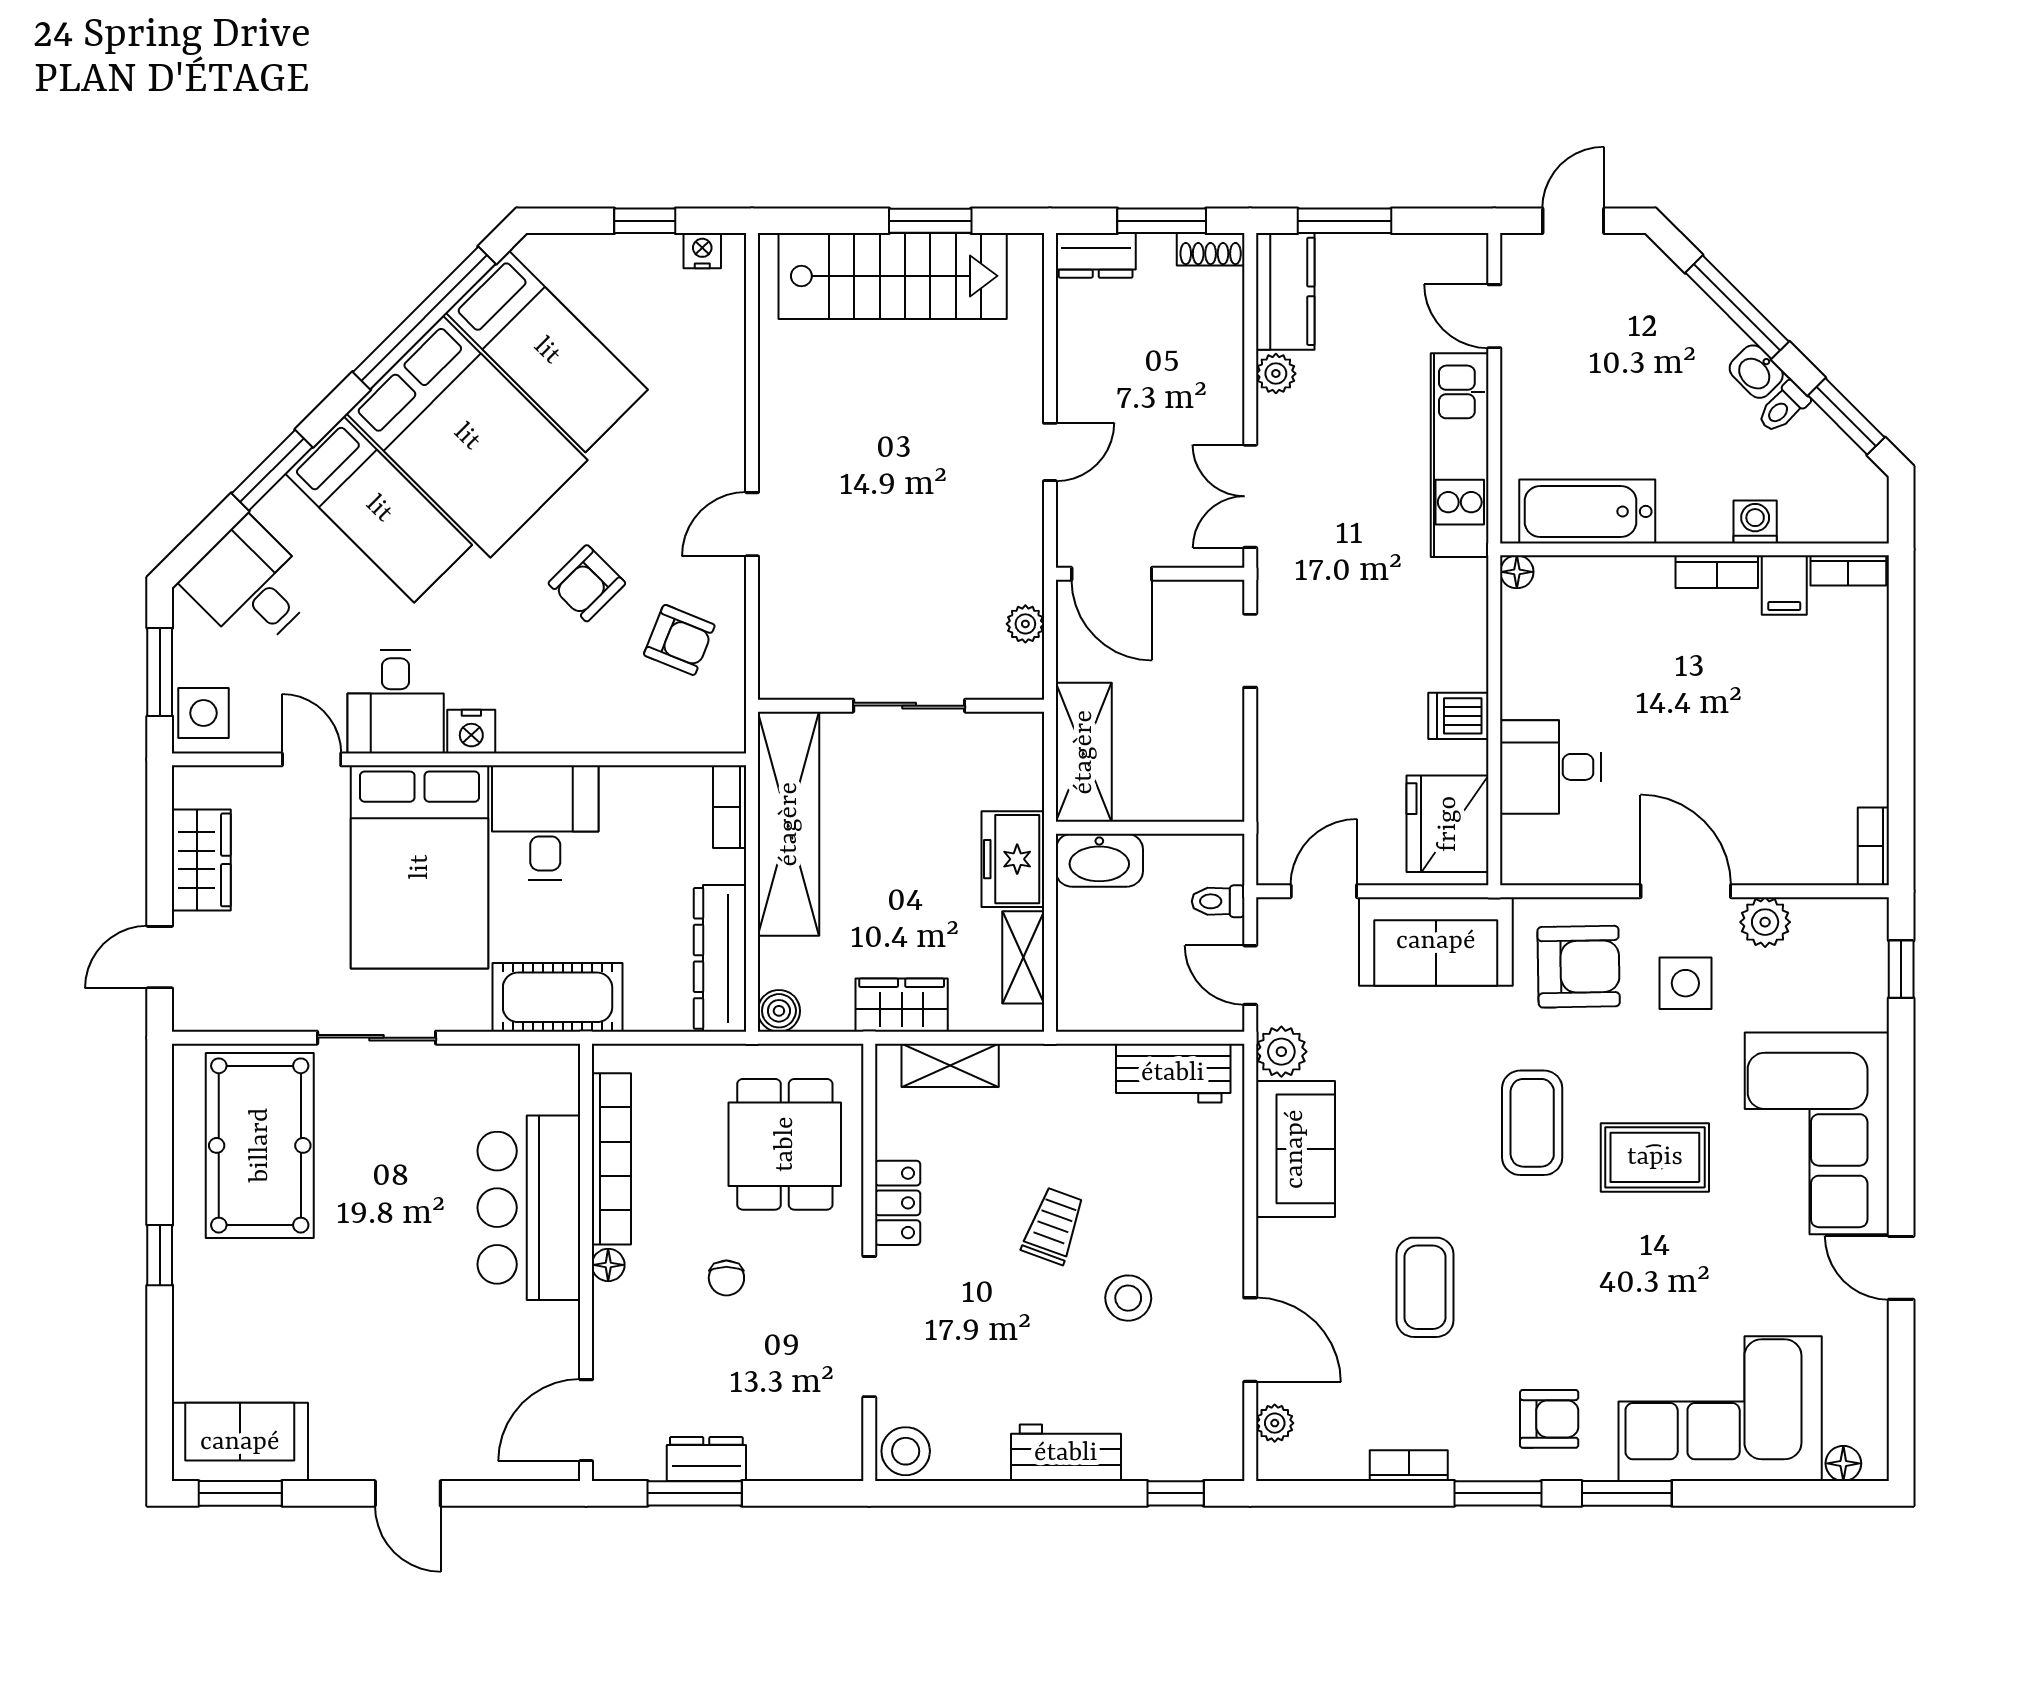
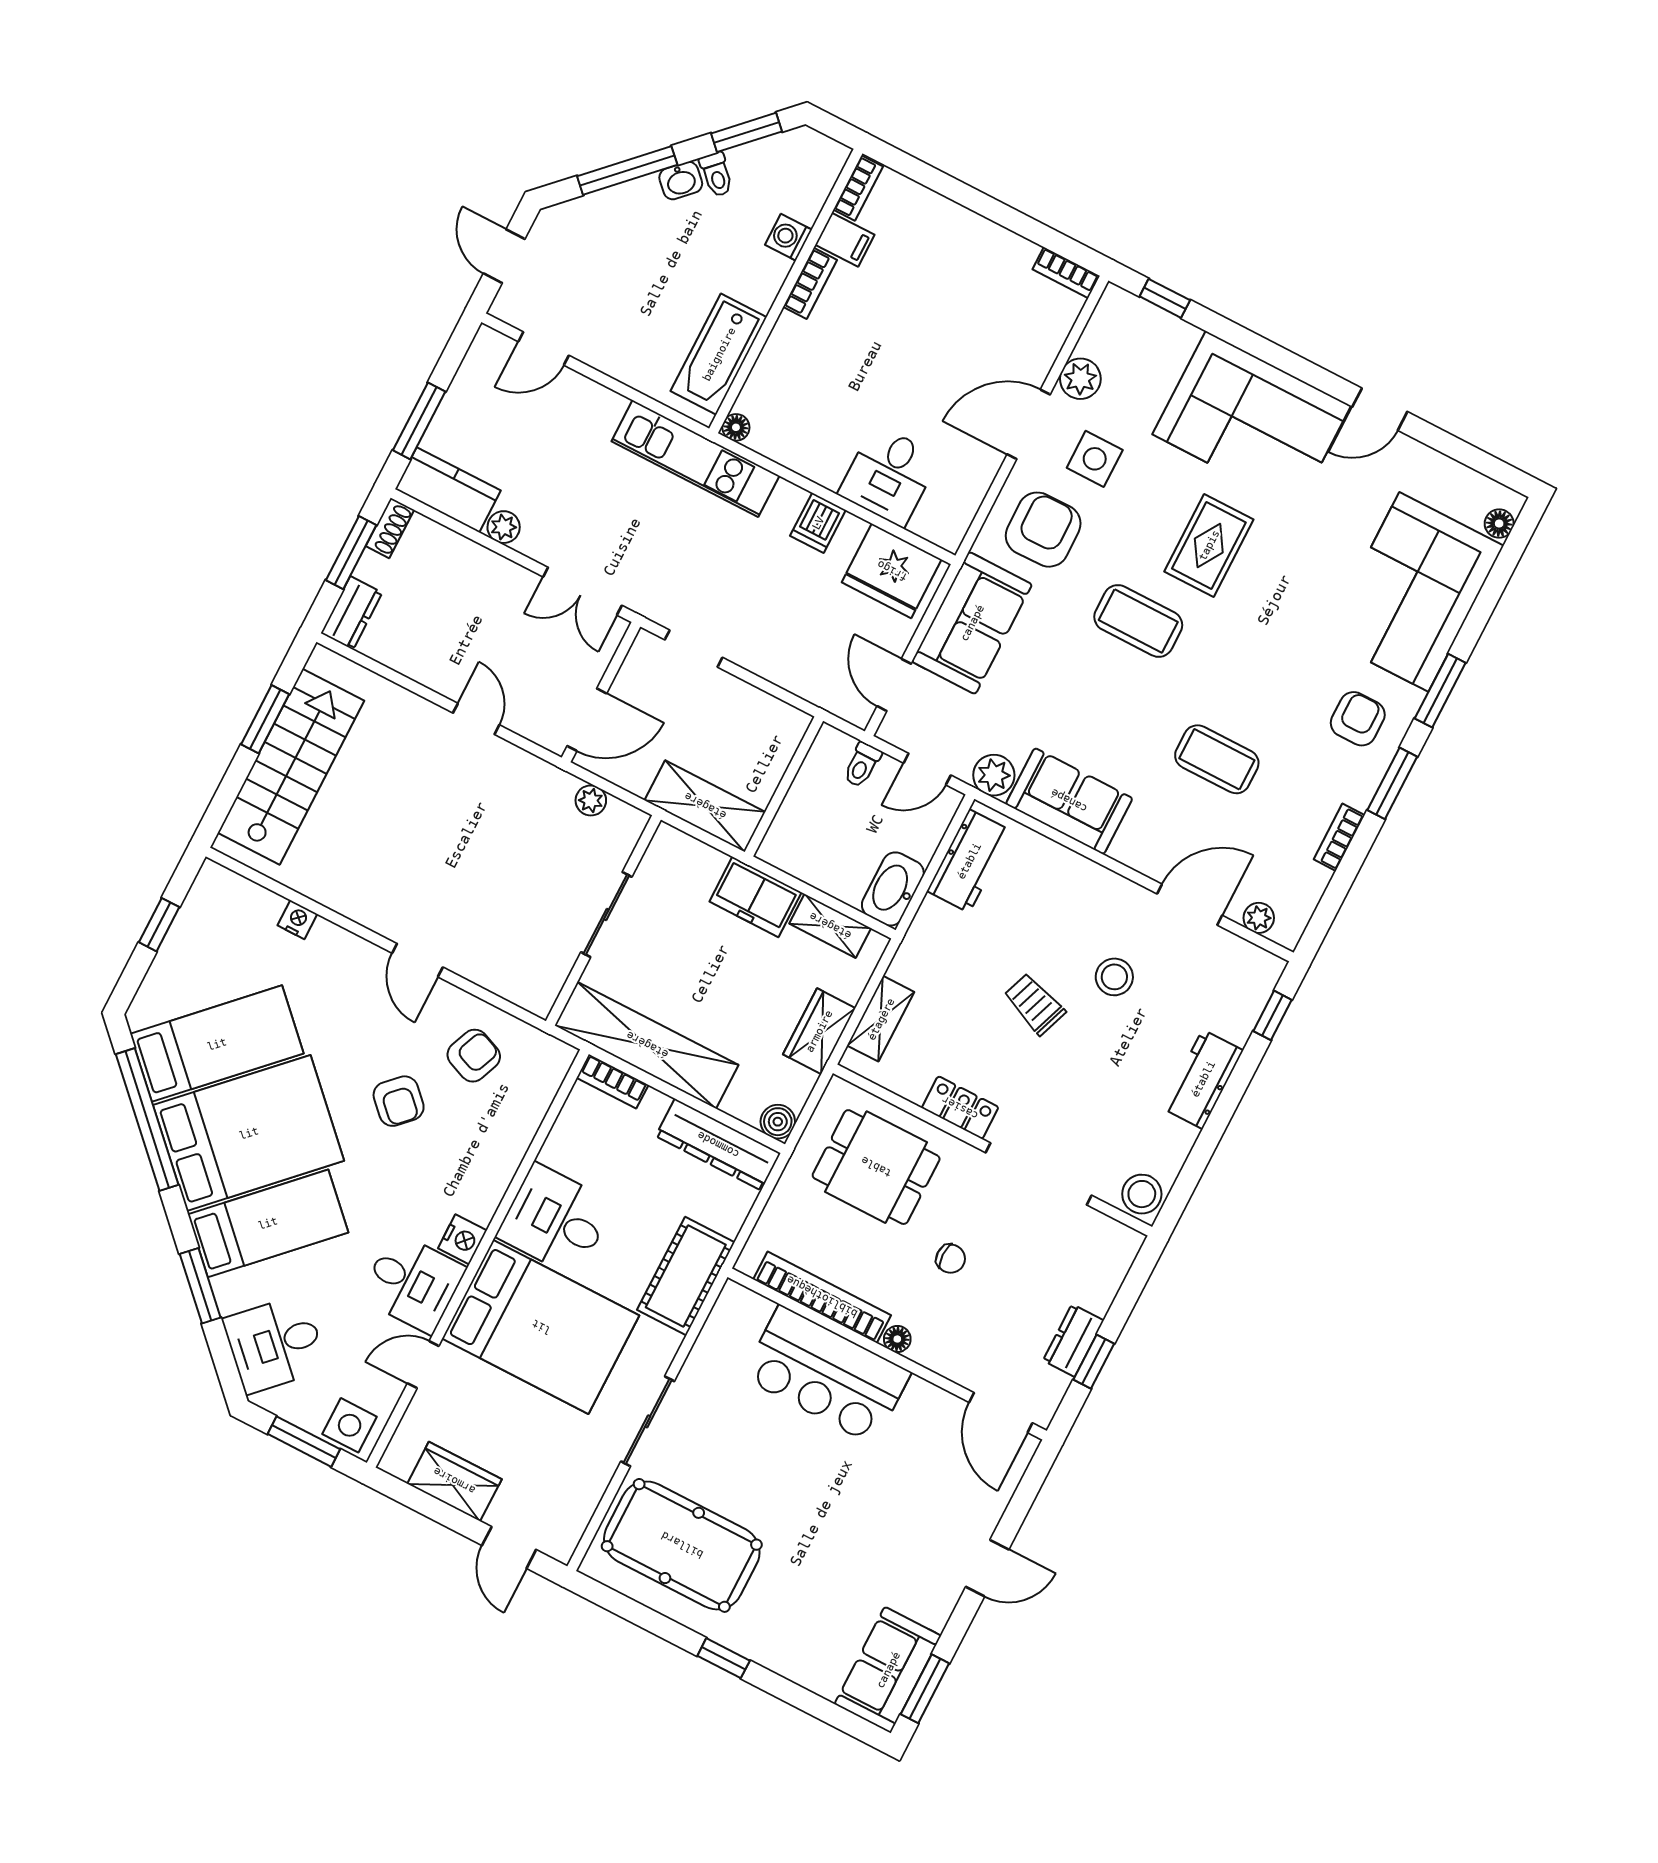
nightstand: (702, 251) -> (297, 920), moved, turned 90
kitchen unit: (1460, 455) -> (695, 458), moved
washbasin: (1099, 860) -> (893, 889), moved, turned 180
window: (695, 1493) -> (1094, 1362), width x0.67

